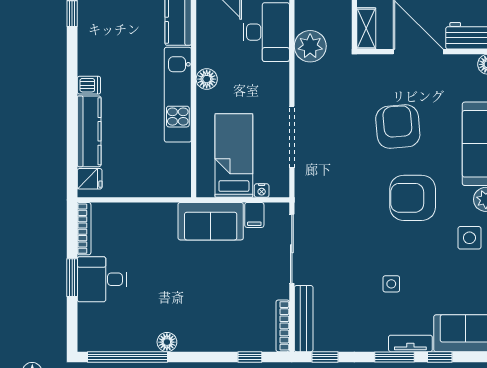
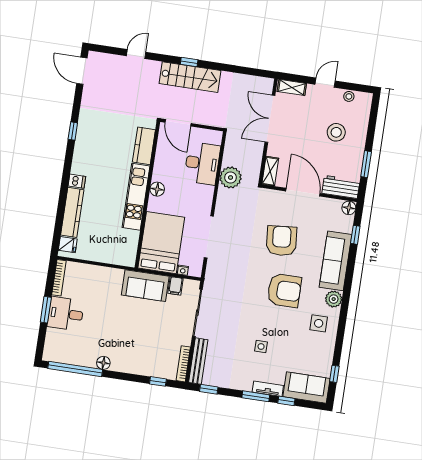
bed: (234, 156) -> (161, 243), width x1.50
armchair: (413, 198) -> (284, 291), turned 180

